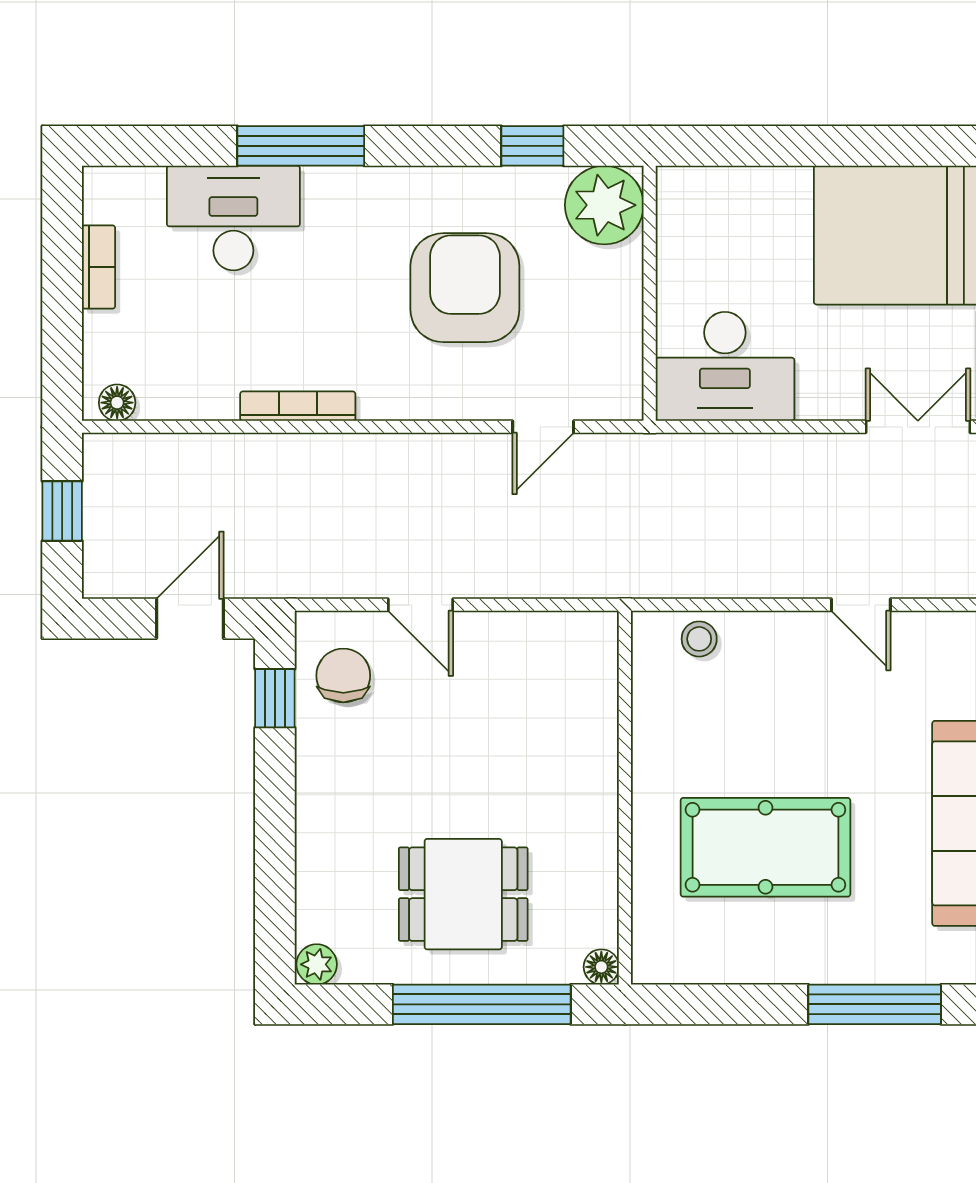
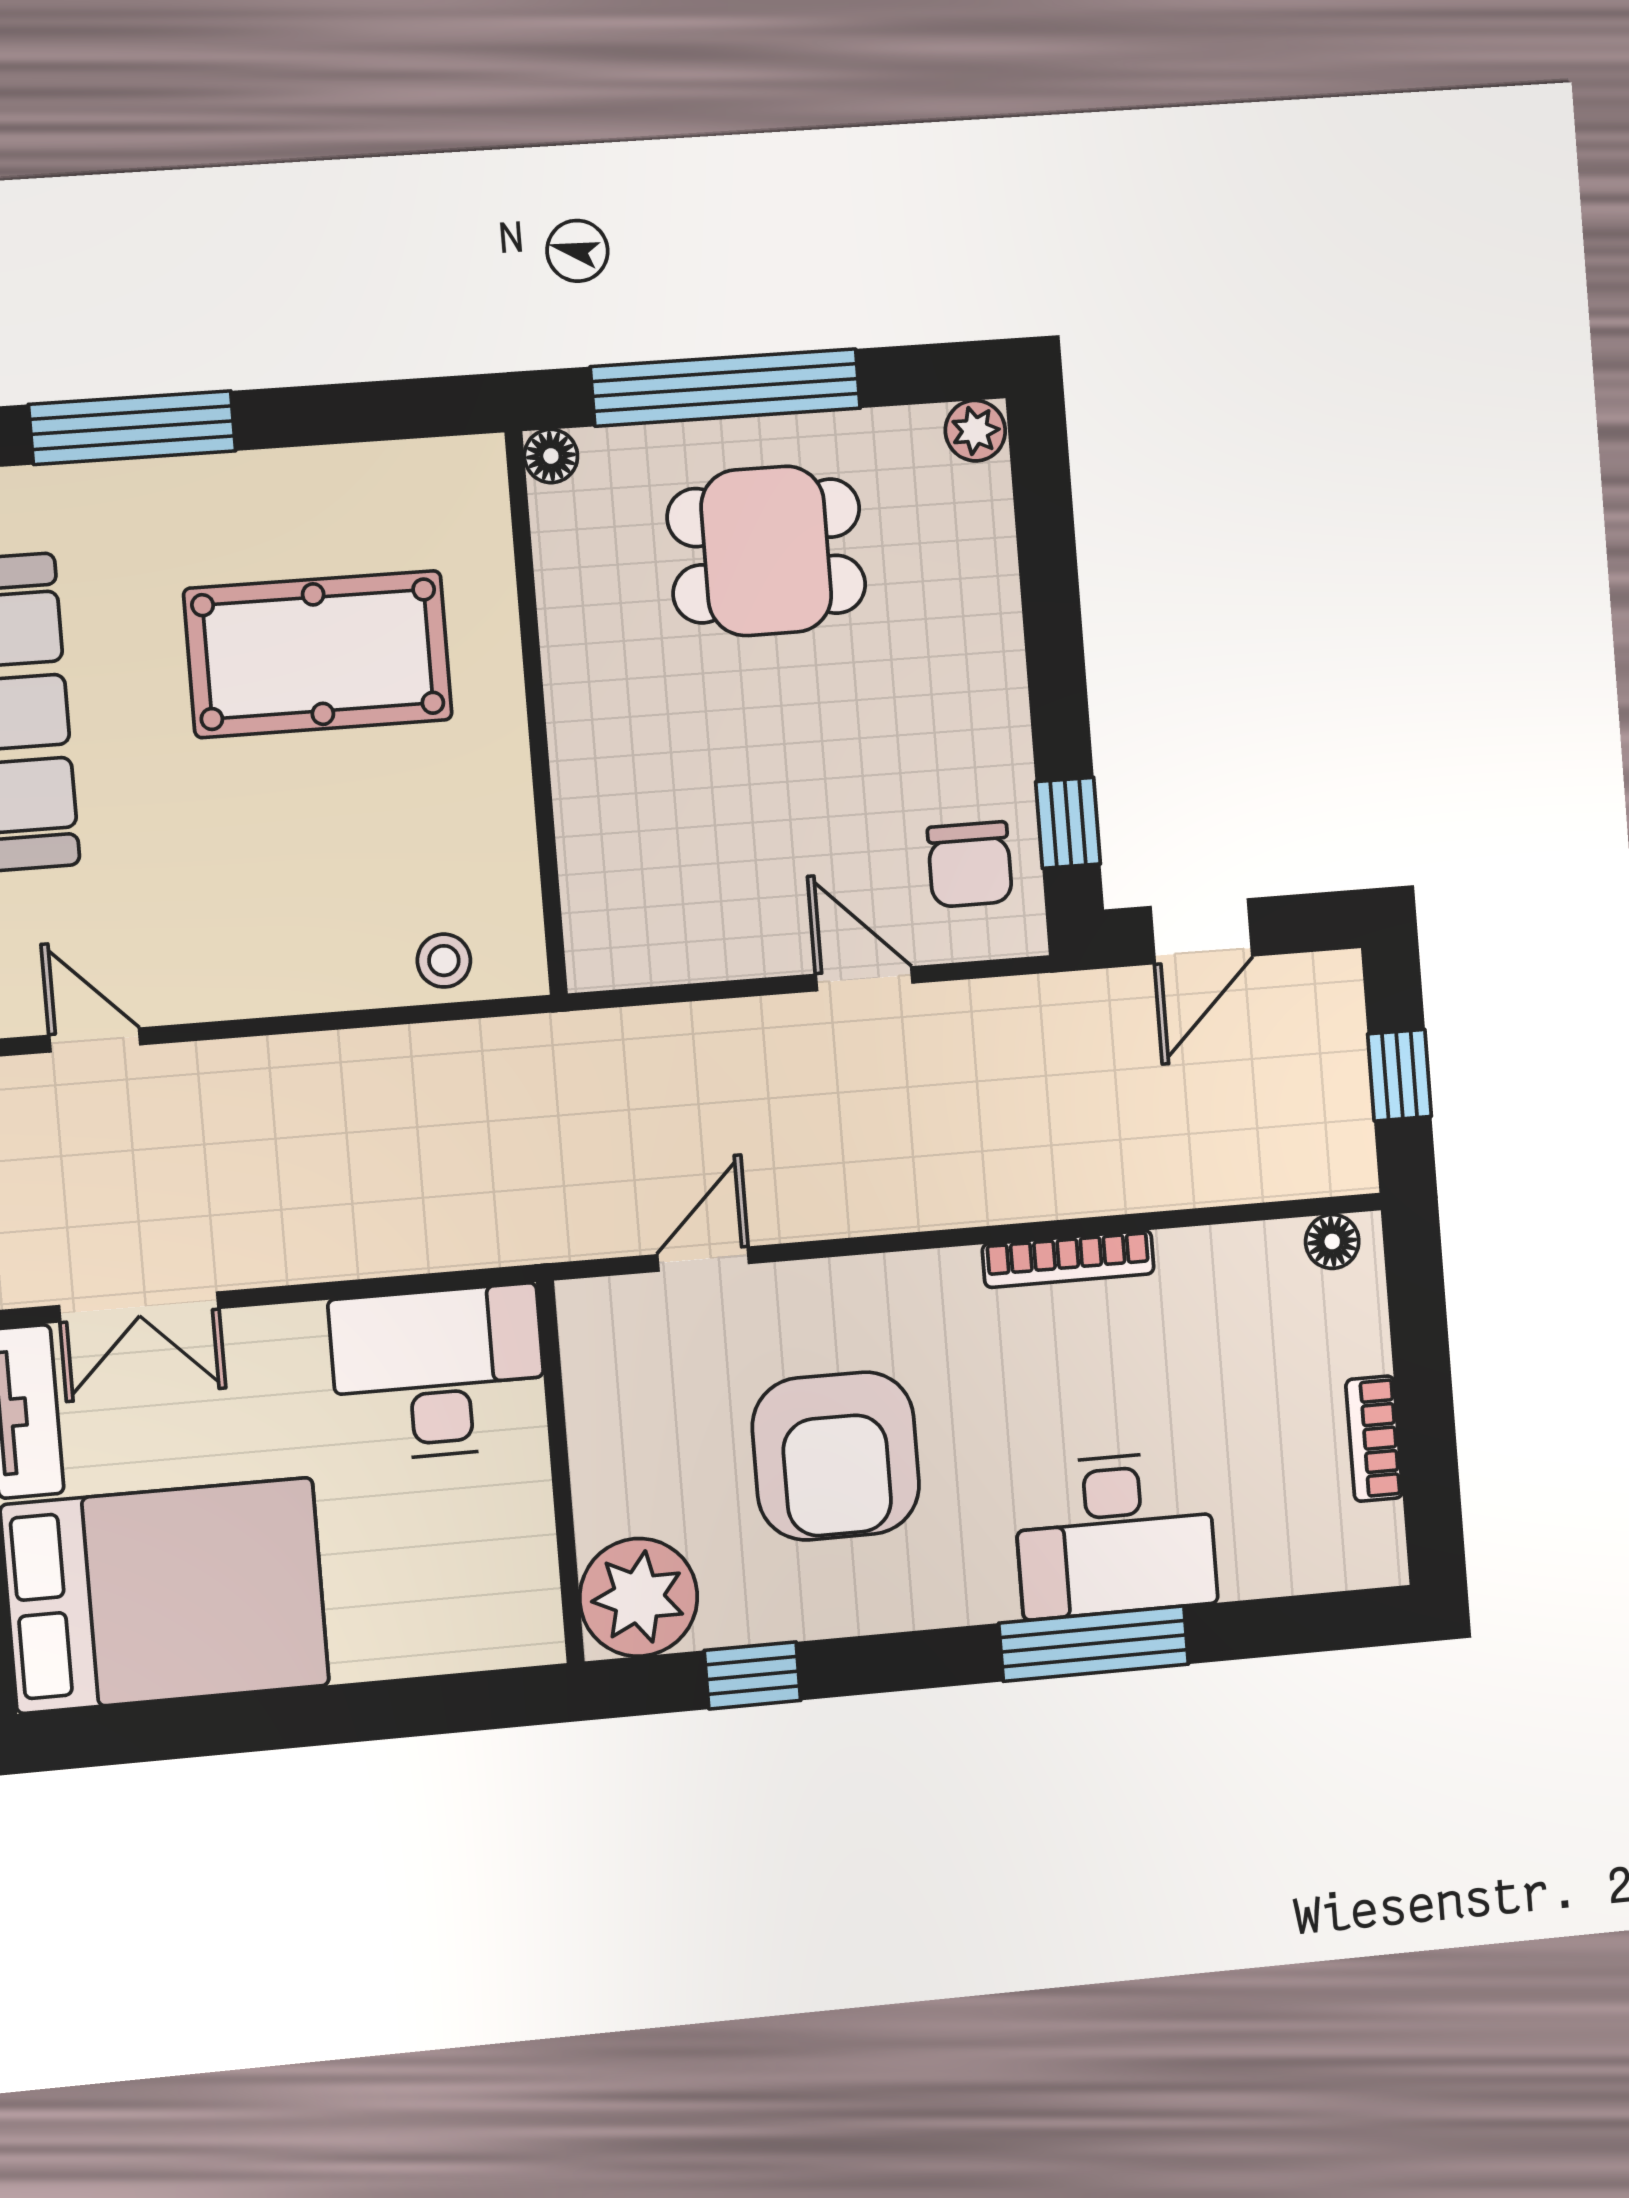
desk: (233, 218) -> (1115, 1535), moved
door: (861, 605) -> (95, 1040), moved

